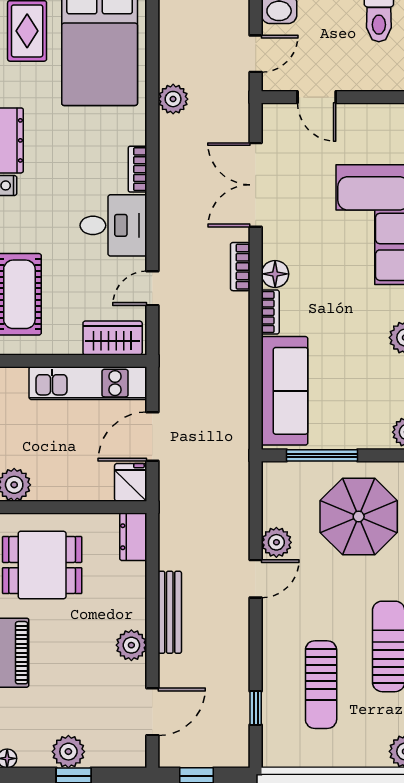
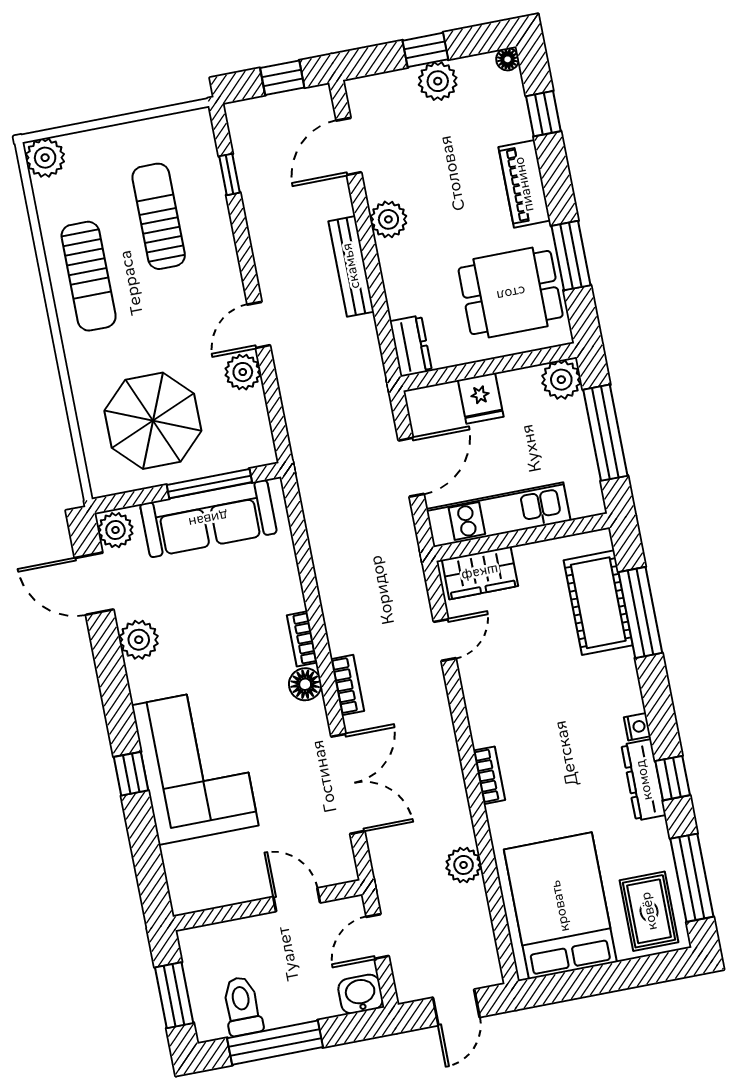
desk: (113, 225) -> (504, 704), removed
sofa: (285, 391) -> (208, 519), moved, turned -90
fridge: (131, 482) -> (481, 398), moved

